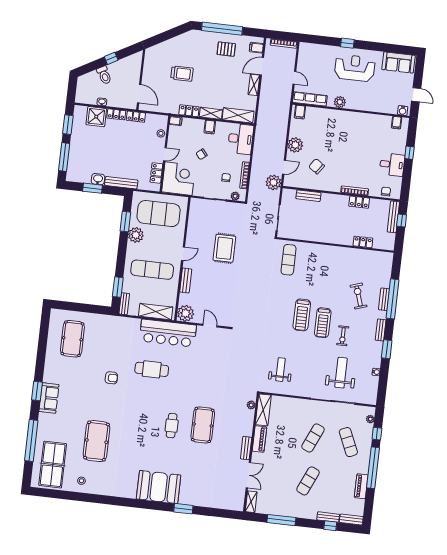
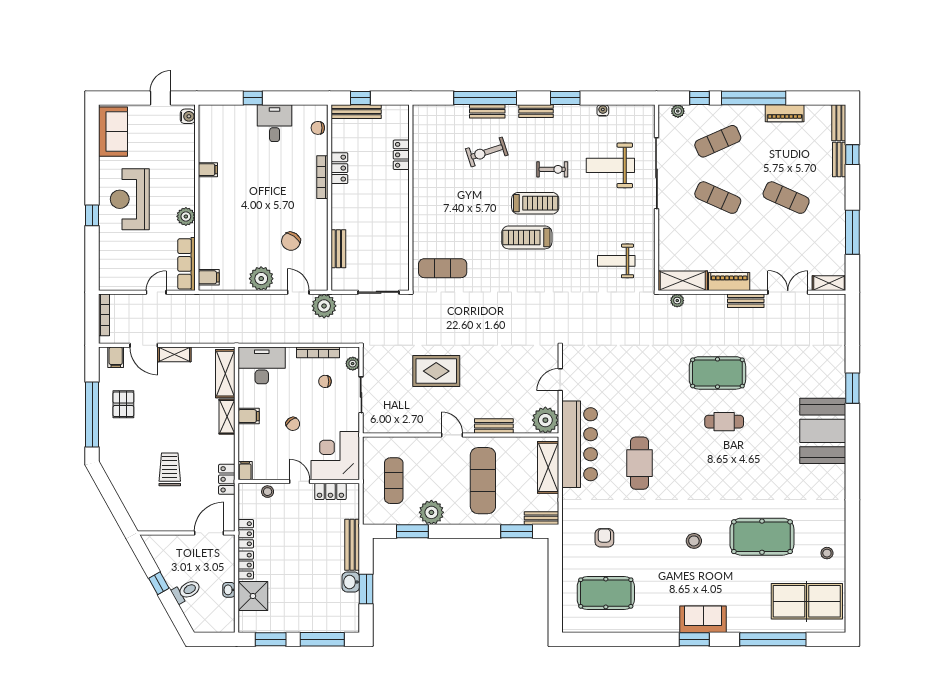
locker: (189, 111) -> (227, 479), moved
filing cabinet: (397, 123) -> (208, 170), moved
exercise mat: (159, 214) -> (394, 481), width x0.50, depth x0.69
treadmill: (302, 315) -> (527, 237), turned 180
armchair: (111, 378) -> (604, 538), moved
stool: (99, 398) -> (694, 541), added

